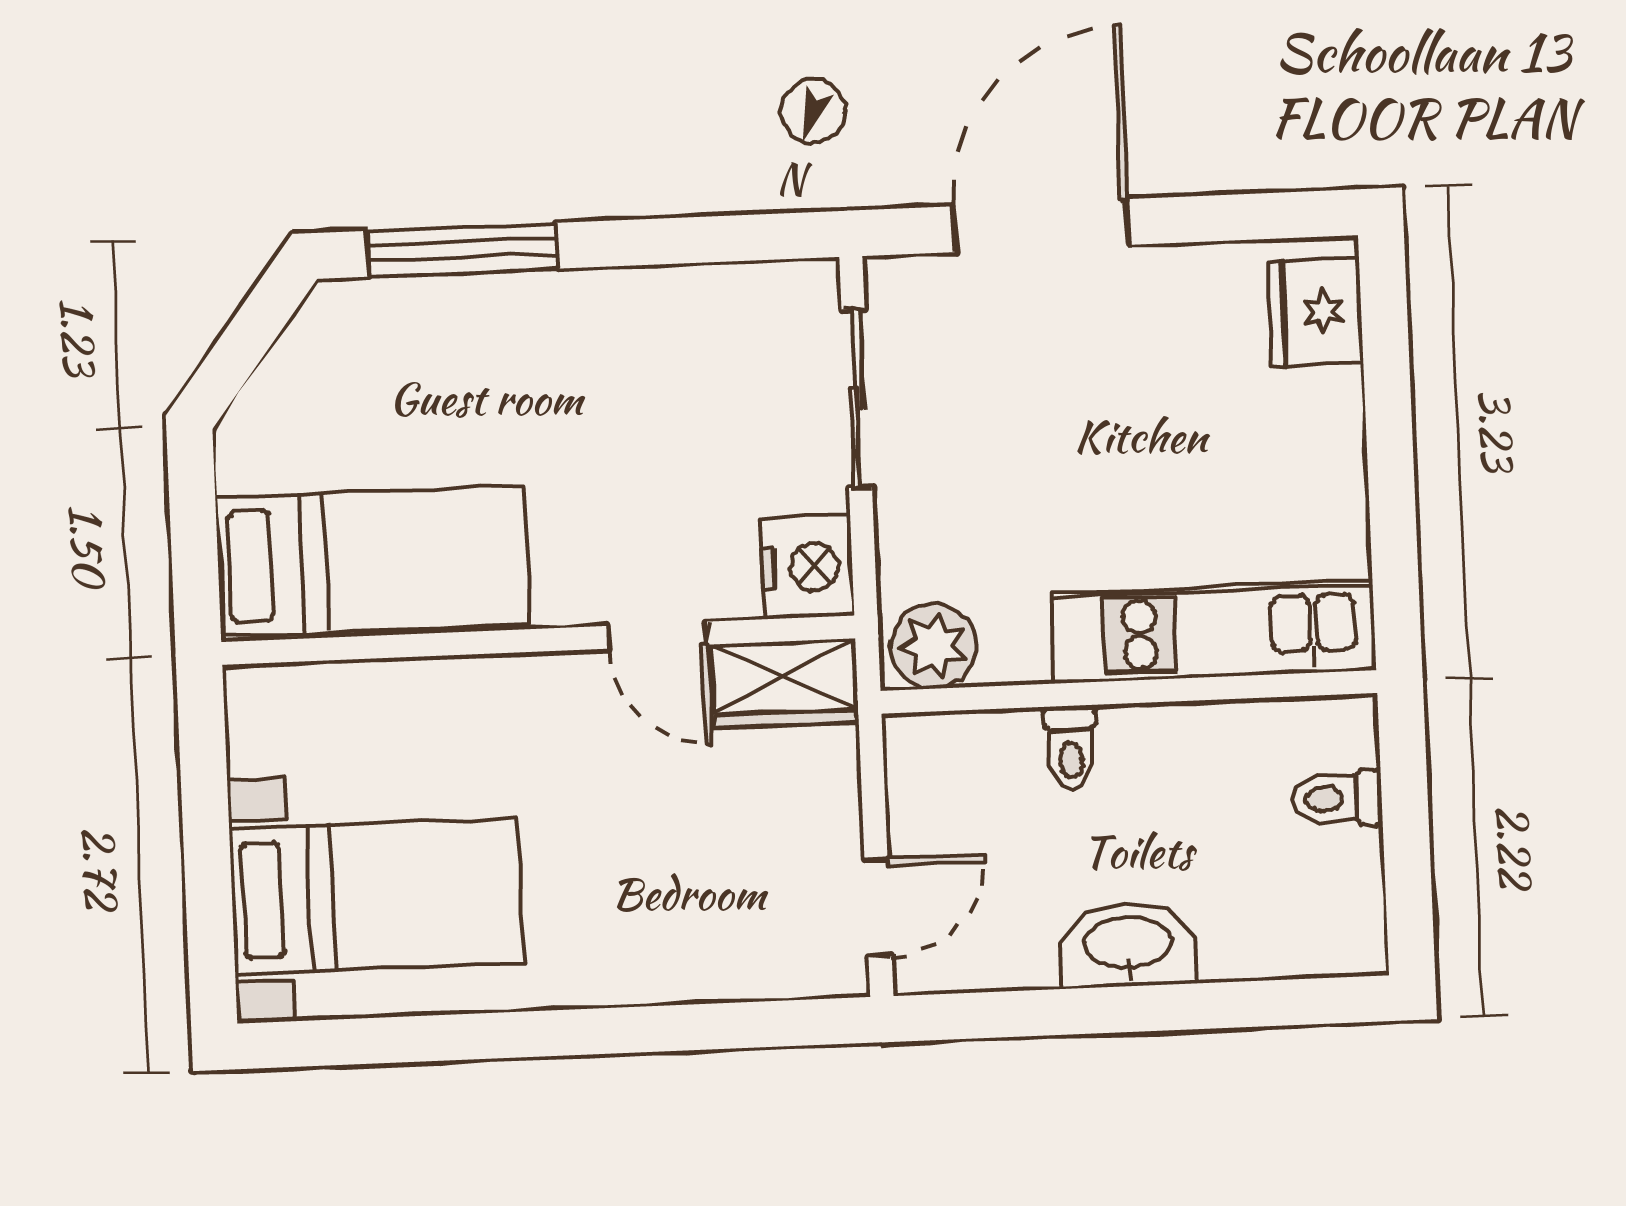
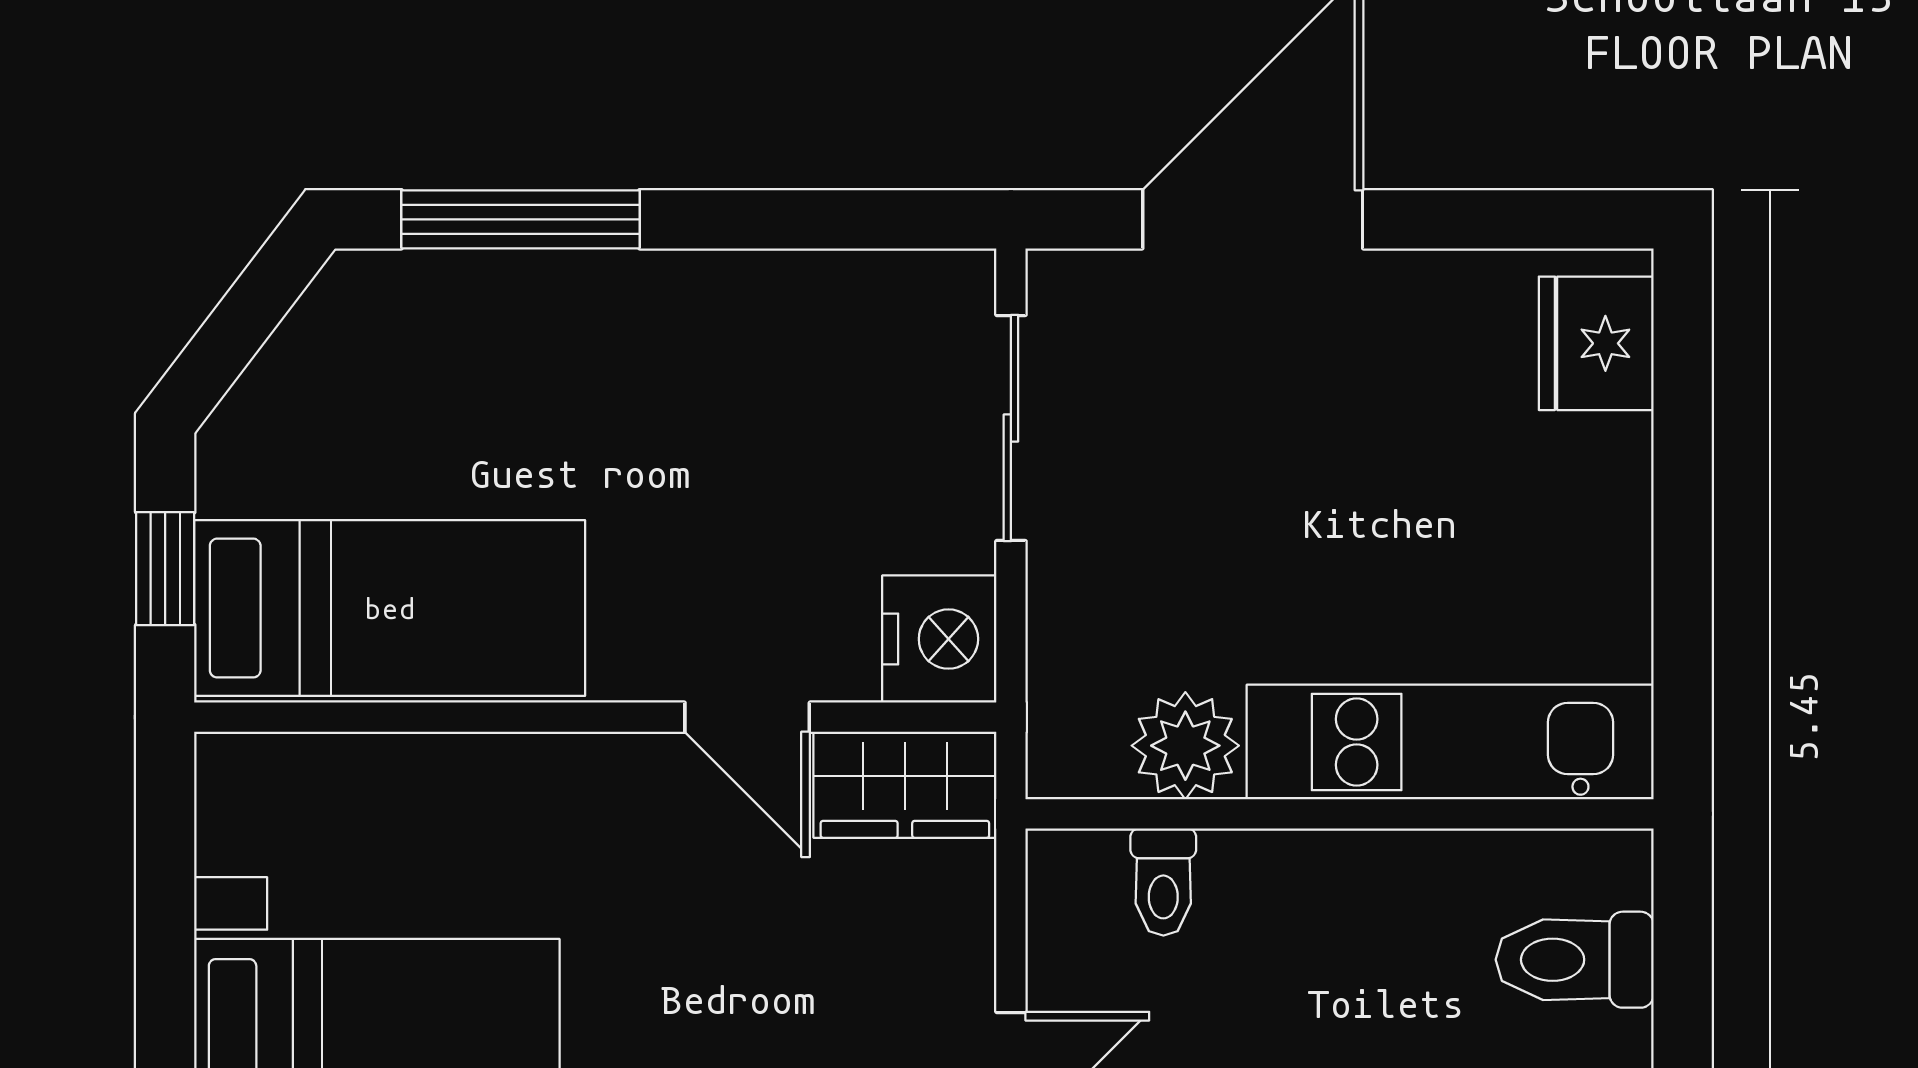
window: (194, 537) -> (165, 569), added
plant: (934, 646) -> (1185, 746), moved
toilet: (1071, 748) -> (1163, 882), moved
toilet: (1337, 799) -> (1575, 960), width x1.37, depth x1.39

